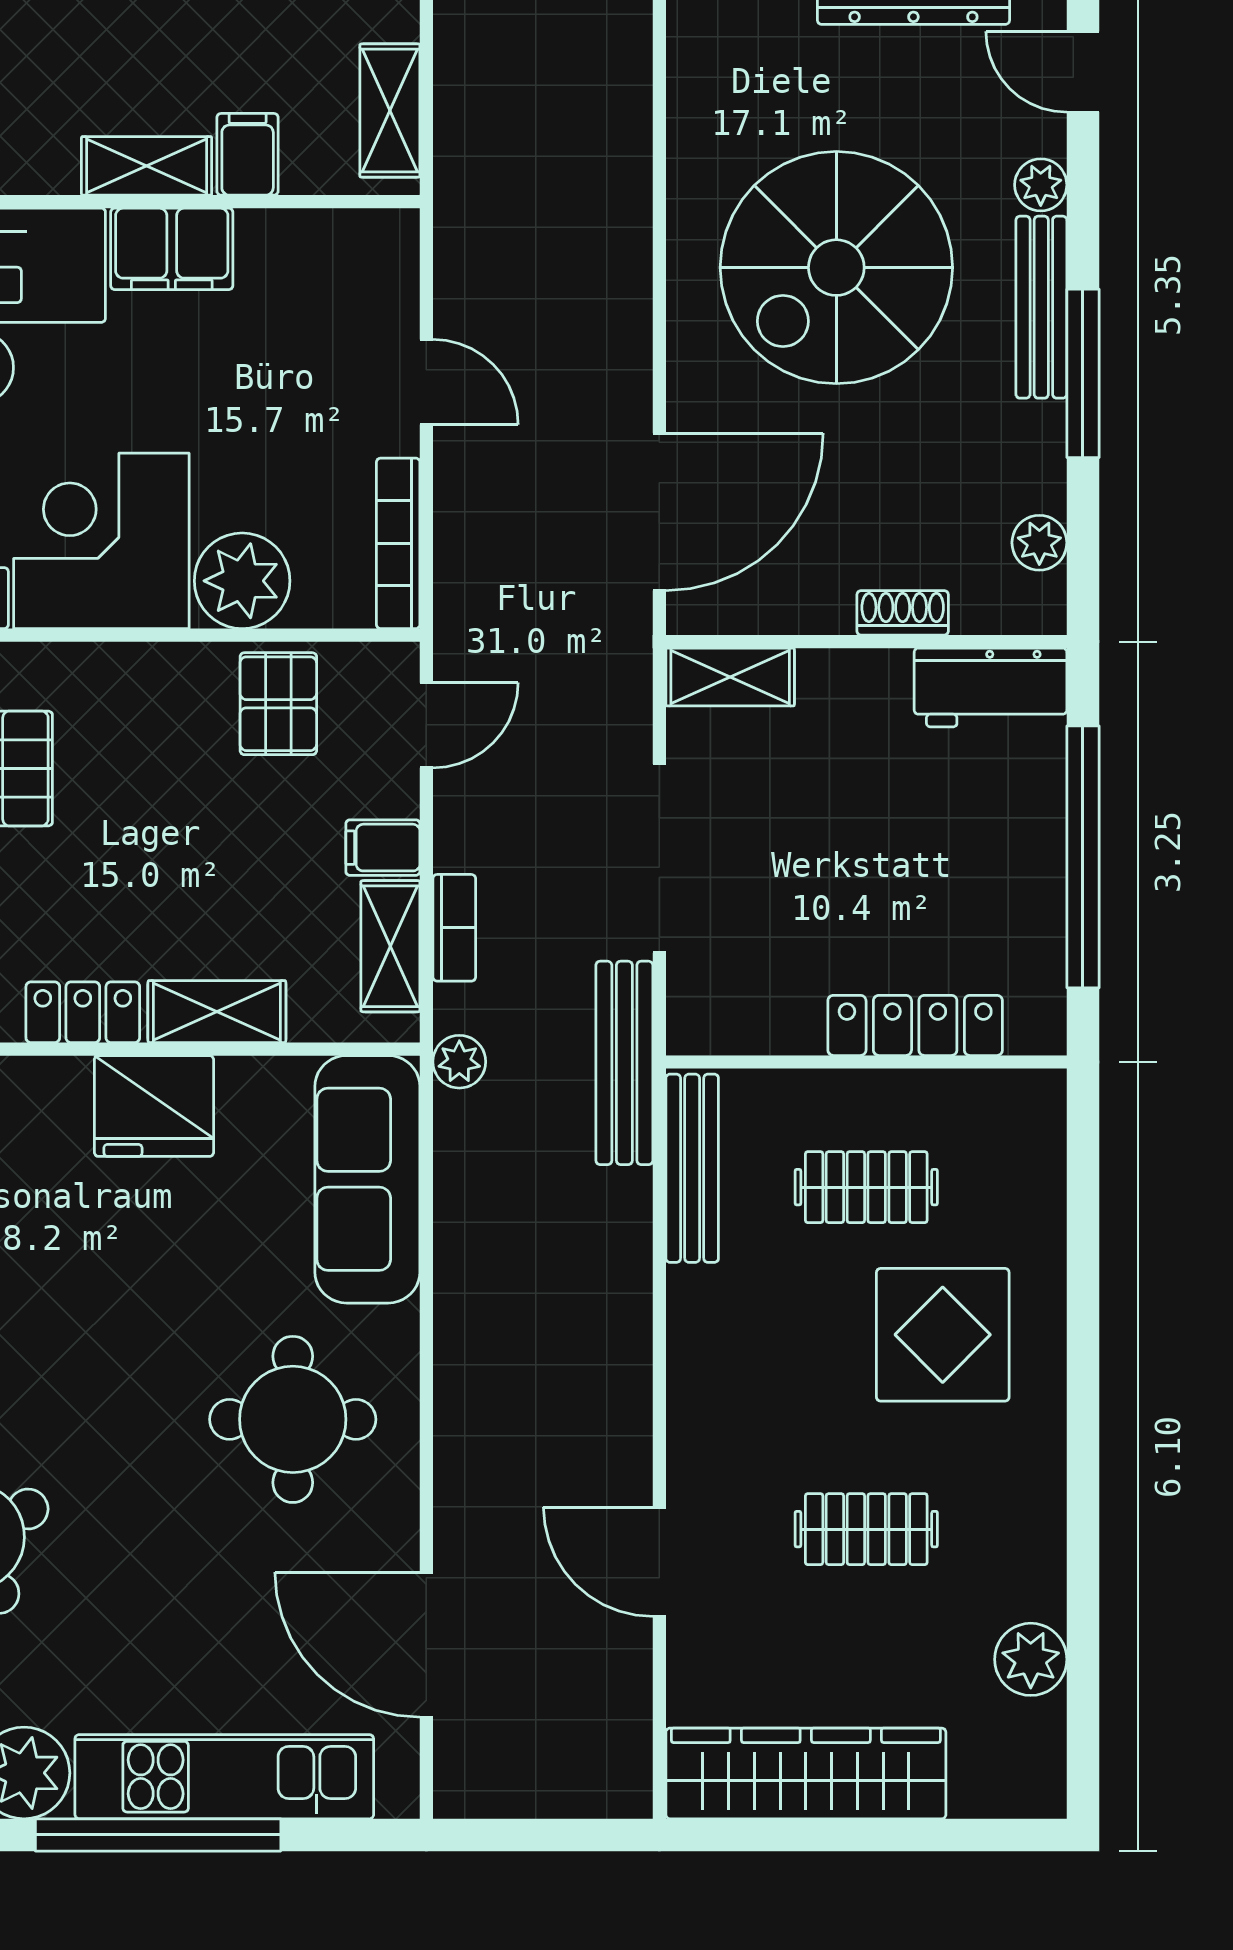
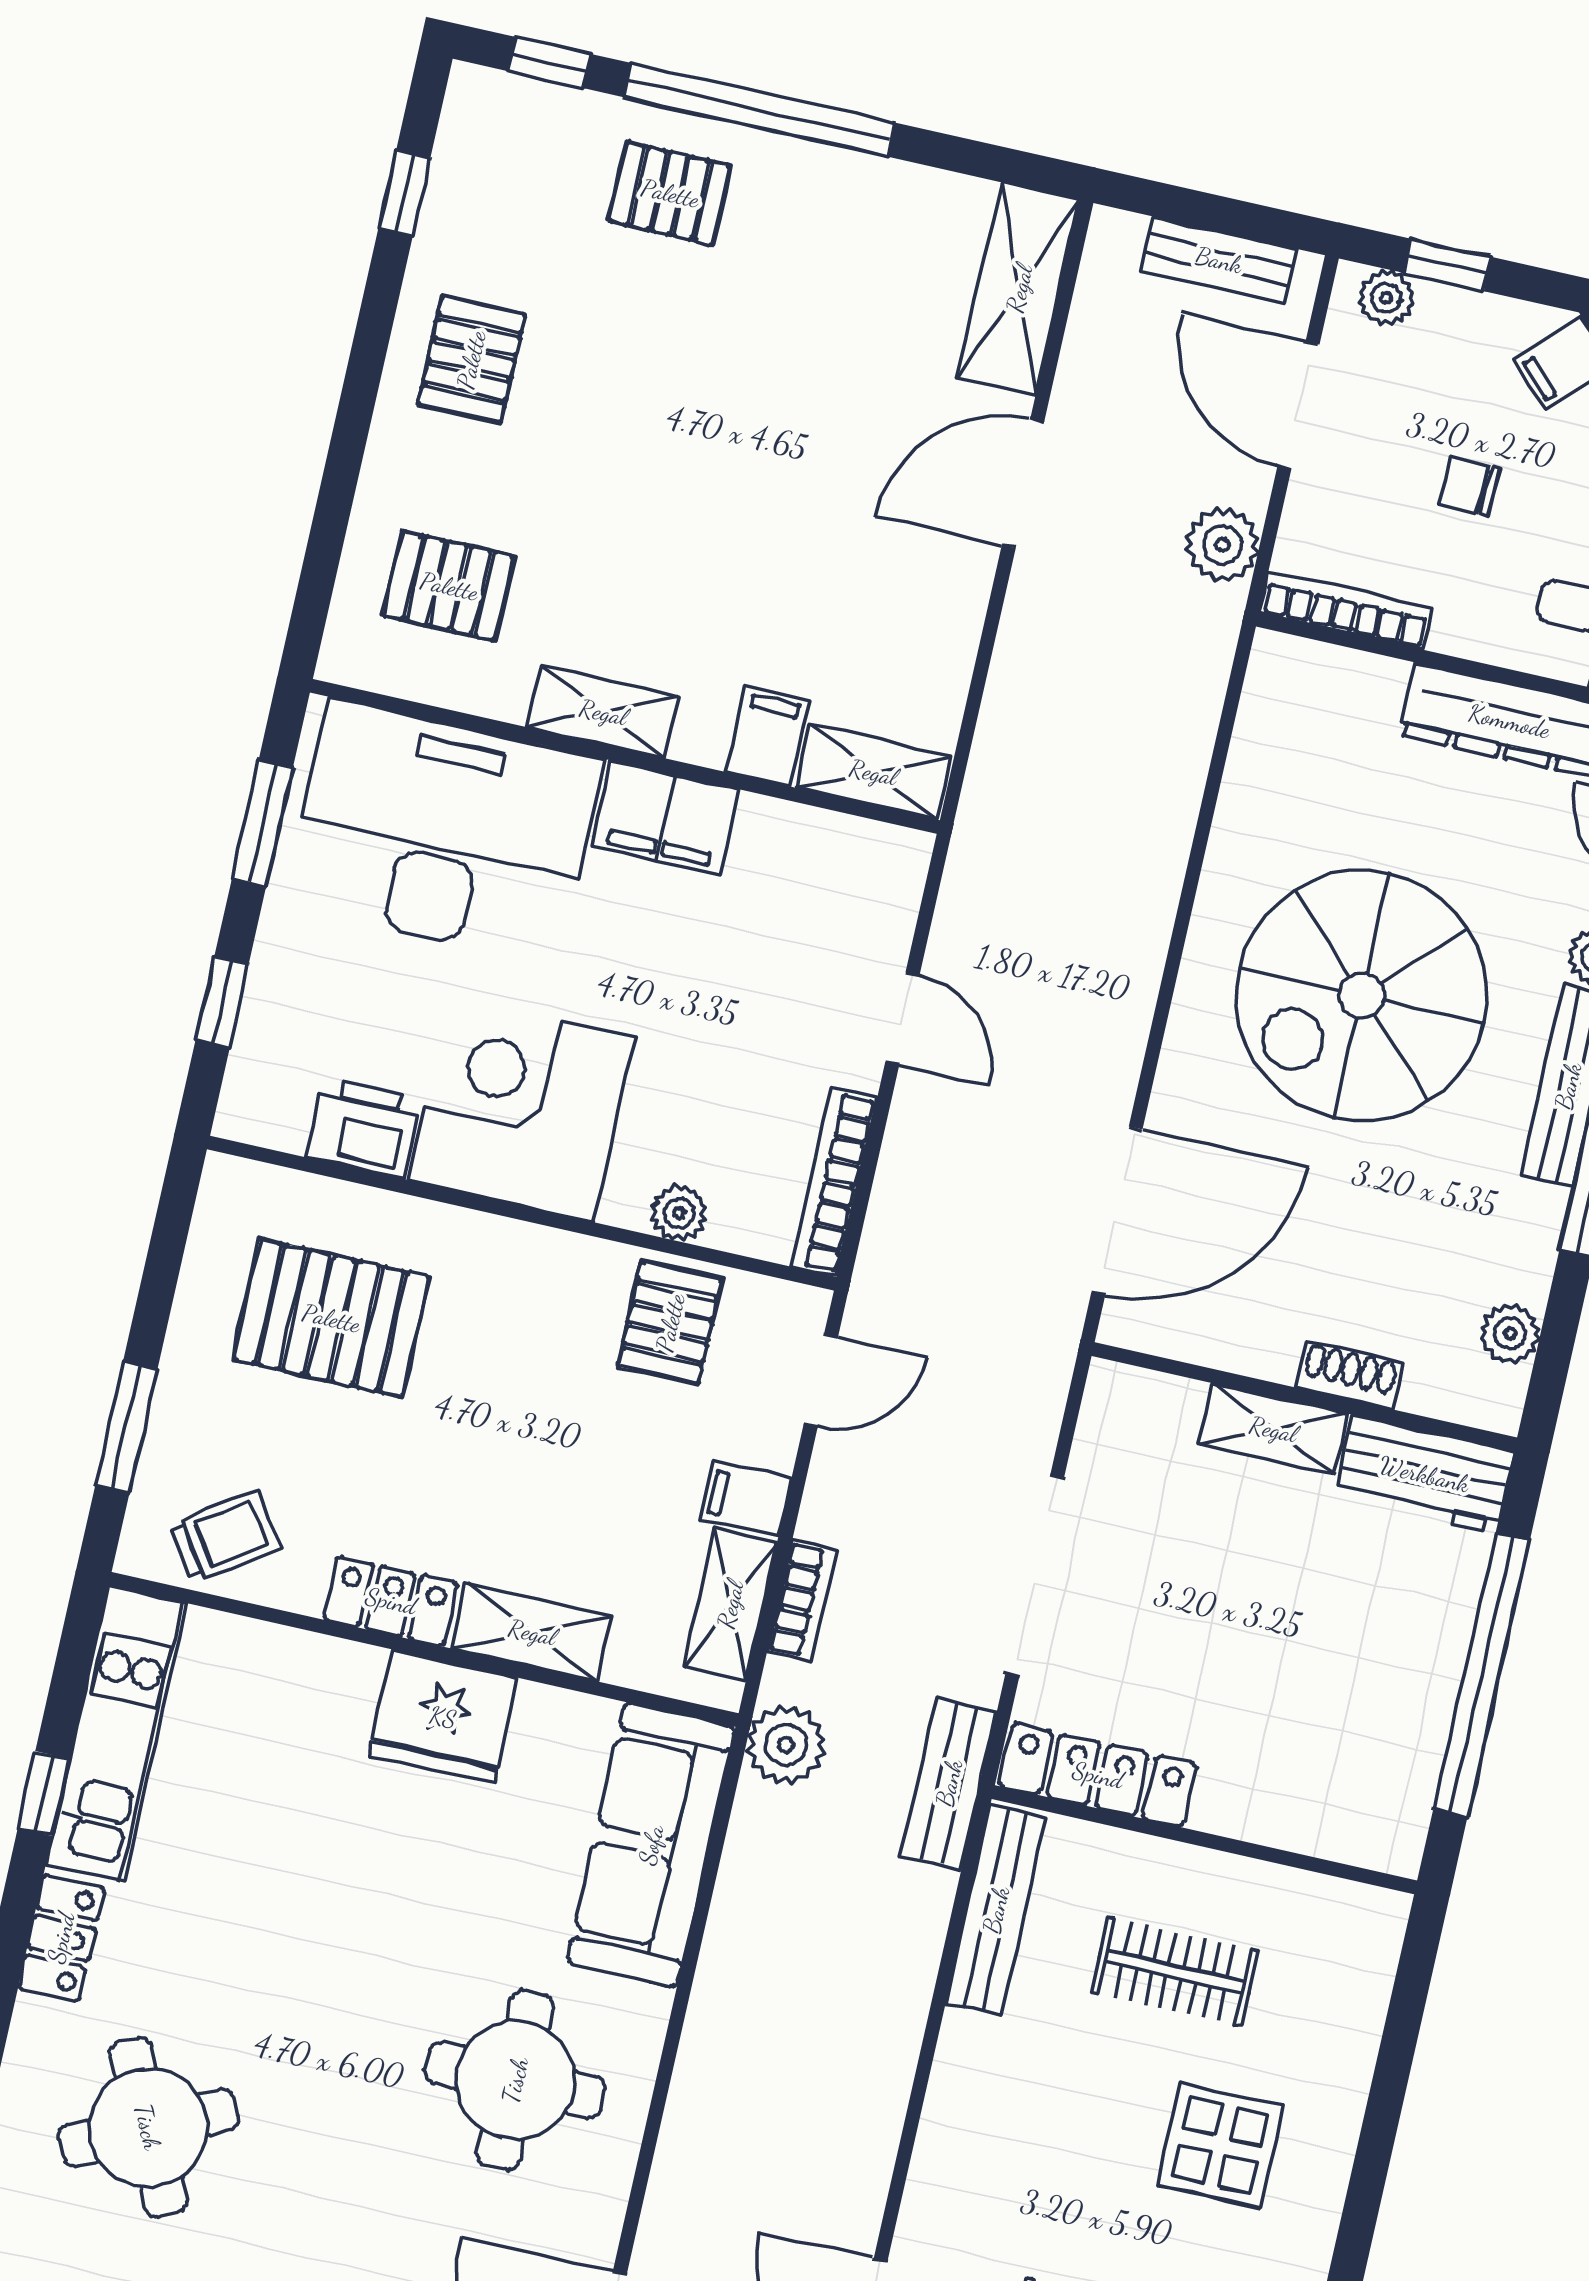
shelving: (390, 111) -> (873, 772), moved, turned 90
shelving: (147, 166) -> (603, 712), moved
plant: (242, 581) -> (679, 1213), width x0.53, depth x0.53
shelving: (730, 677) -> (1273, 1429), moved
locker: (915, 1025) -> (1098, 1775), moved
plant: (459, 1062) -> (786, 1745), width x1.38, depth x1.38
bench: (624, 1063) -> (949, 1783), width x0.73
display table: (943, 1335) -> (1220, 2145), width x0.73, depth x0.73

